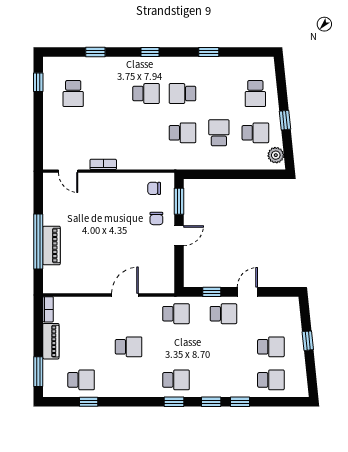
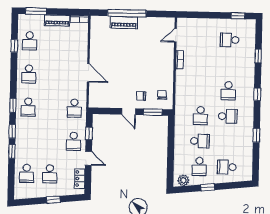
school desk: (182, 94) -> (228, 116), turned 90
locker: (277, 304) -> (80, 179), added
school desk: (129, 347) -> (29, 74), moved

